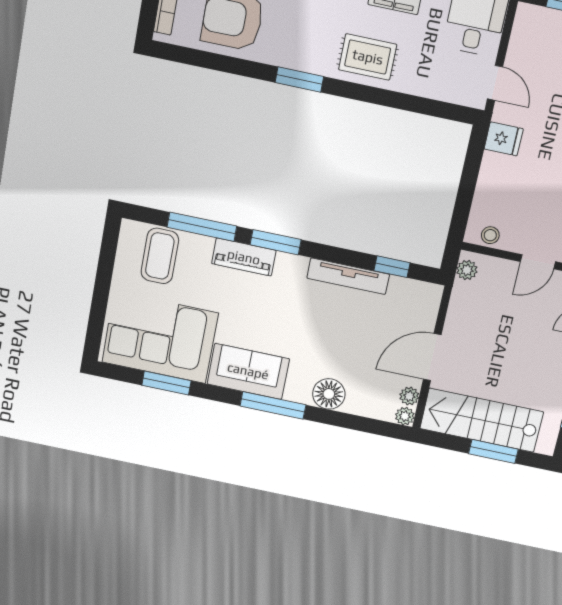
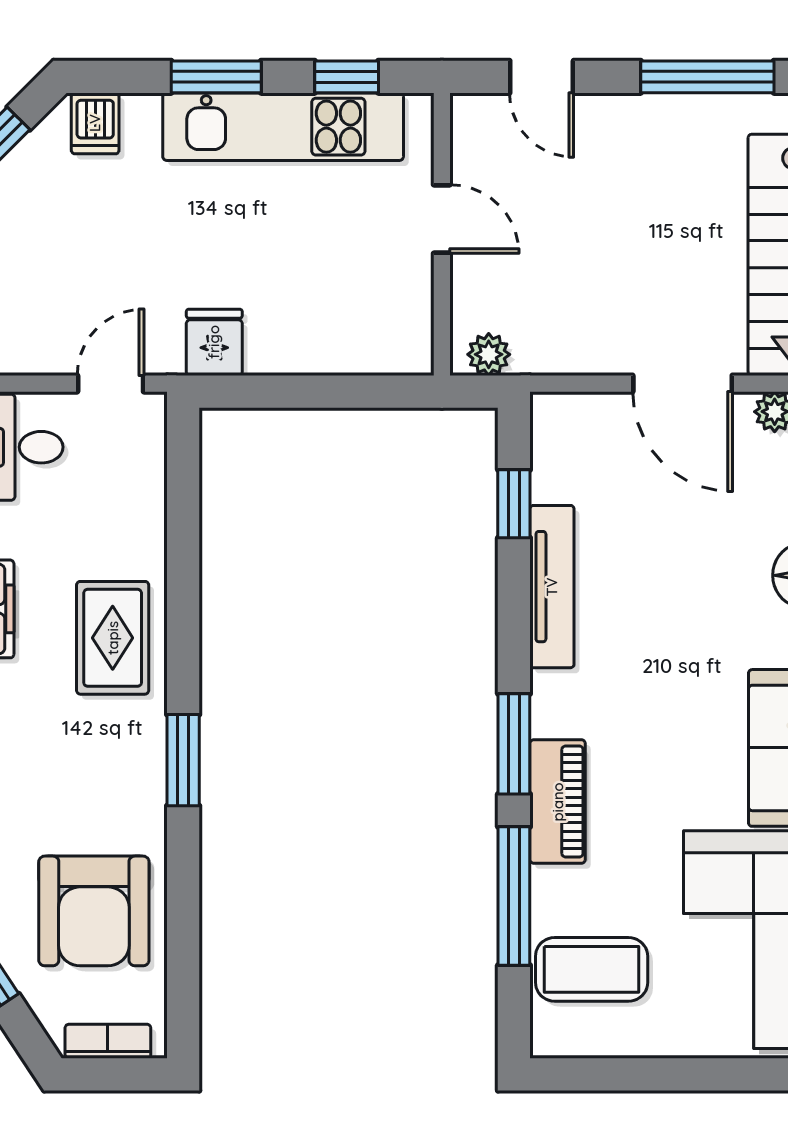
stool: (490, 235) -> (409, 325), removed

